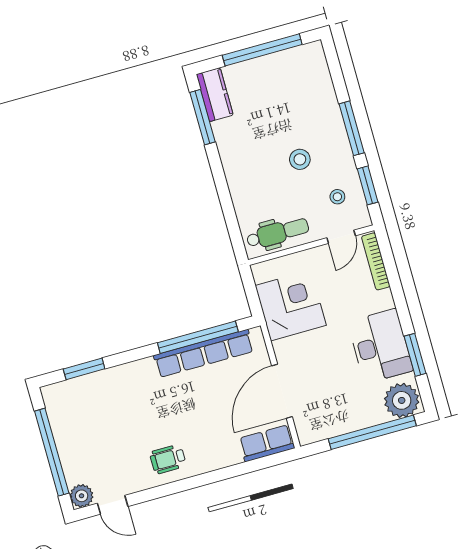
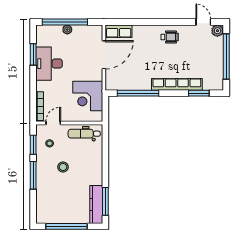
kitchen counter: (215, 95) -> (96, 204), width x1.50
row of seats: (204, 353) -> (177, 84), moved
plant: (402, 400) -> (67, 30), moved, width x0.53, depth x0.53

